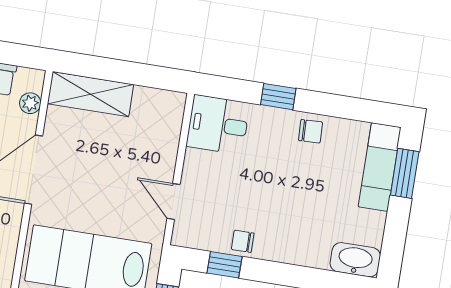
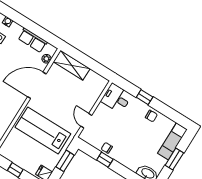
window: (405, 173) -> (174, 159), moved
window: (224, 265) -> (105, 160), moved

